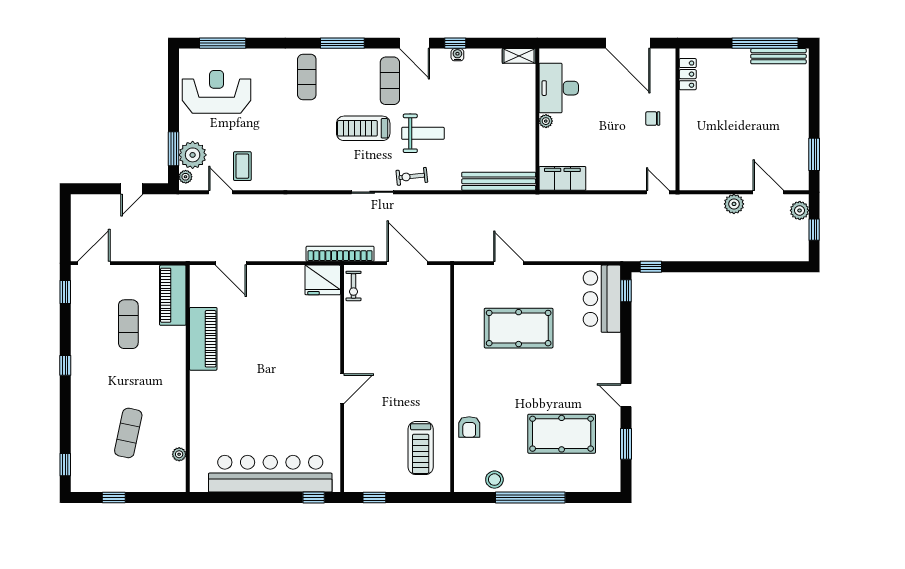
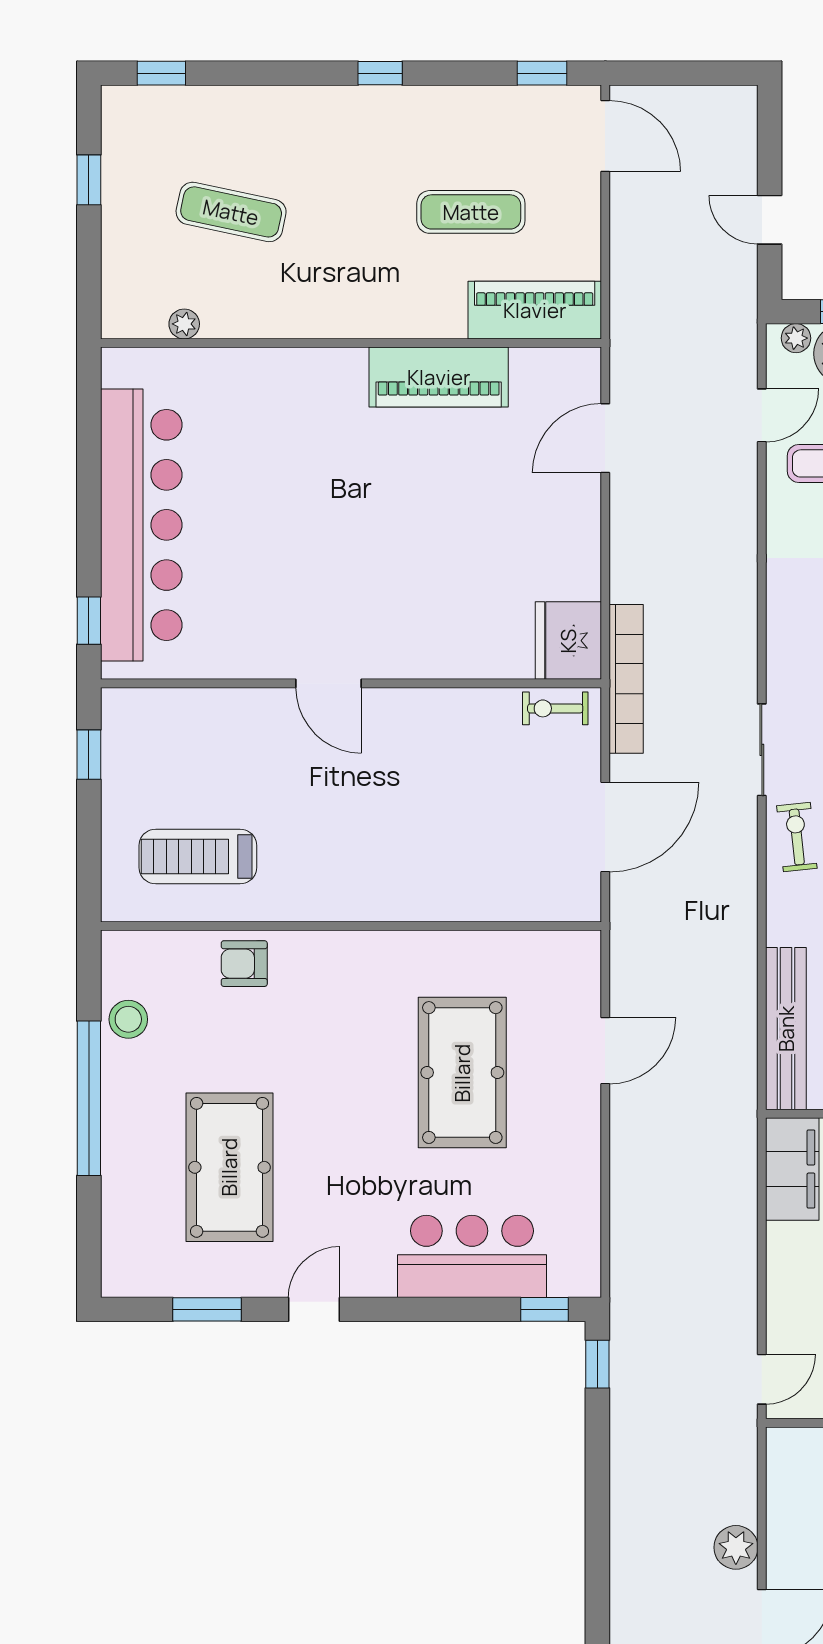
bar counter: (602, 299) -> (472, 1256), moved

